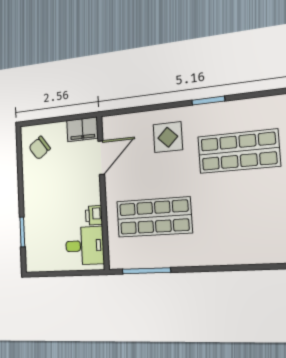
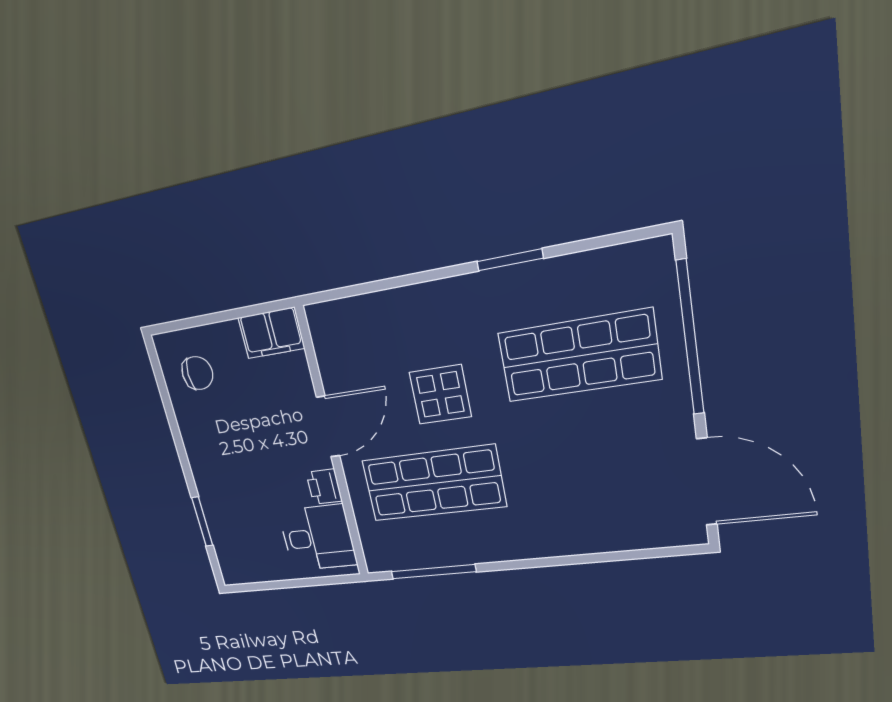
display table: (168, 137) -> (440, 394), moved
chair: (40, 148) -> (197, 373), turned -144
door: (101, 158) -> (328, 427), moved

